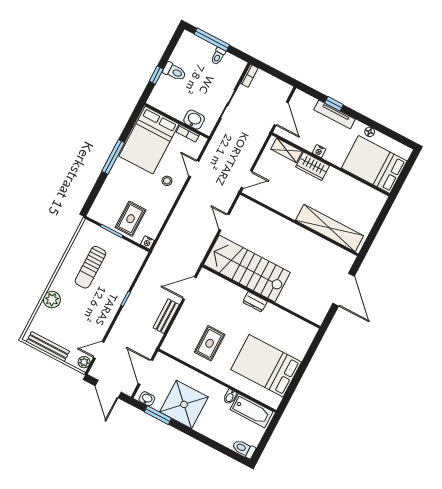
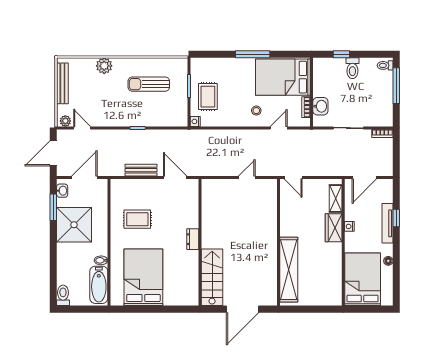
toilet: (218, 56) -> (385, 65), moved
rug: (131, 219) -> (208, 97), turned 90
stairs: (247, 269) -> (212, 277), moved, width x0.73, depth x0.66

